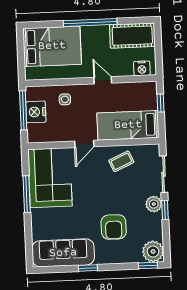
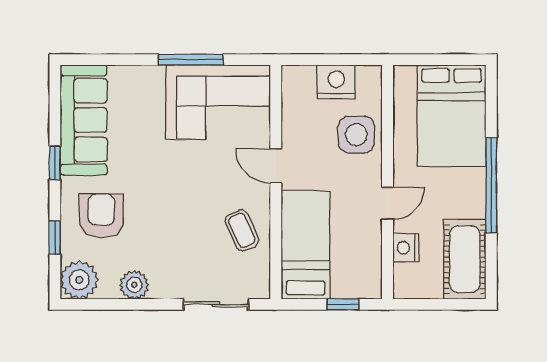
nightstand: (142, 68) -> (406, 248), moved
side table: (65, 99) -> (356, 135), width x1.87, depth x1.87
window: (23, 110) -> (340, 60), removed
plant: (154, 204) -> (134, 285), moved
window: (165, 210) -> (152, 304), removed
armchair: (114, 227) -> (101, 216), moved, turned 90
window: (148, 265) -> (55, 238), moved

